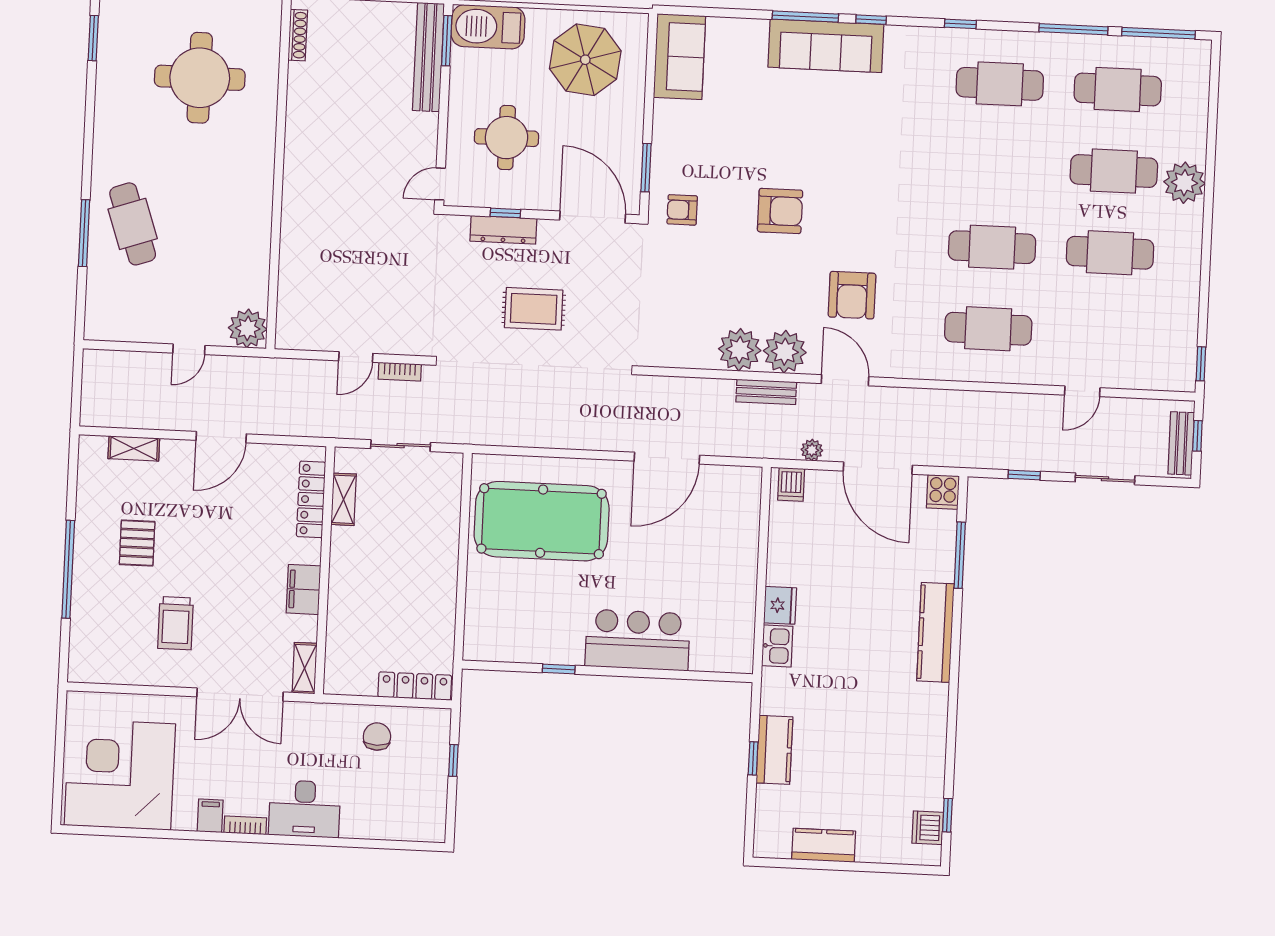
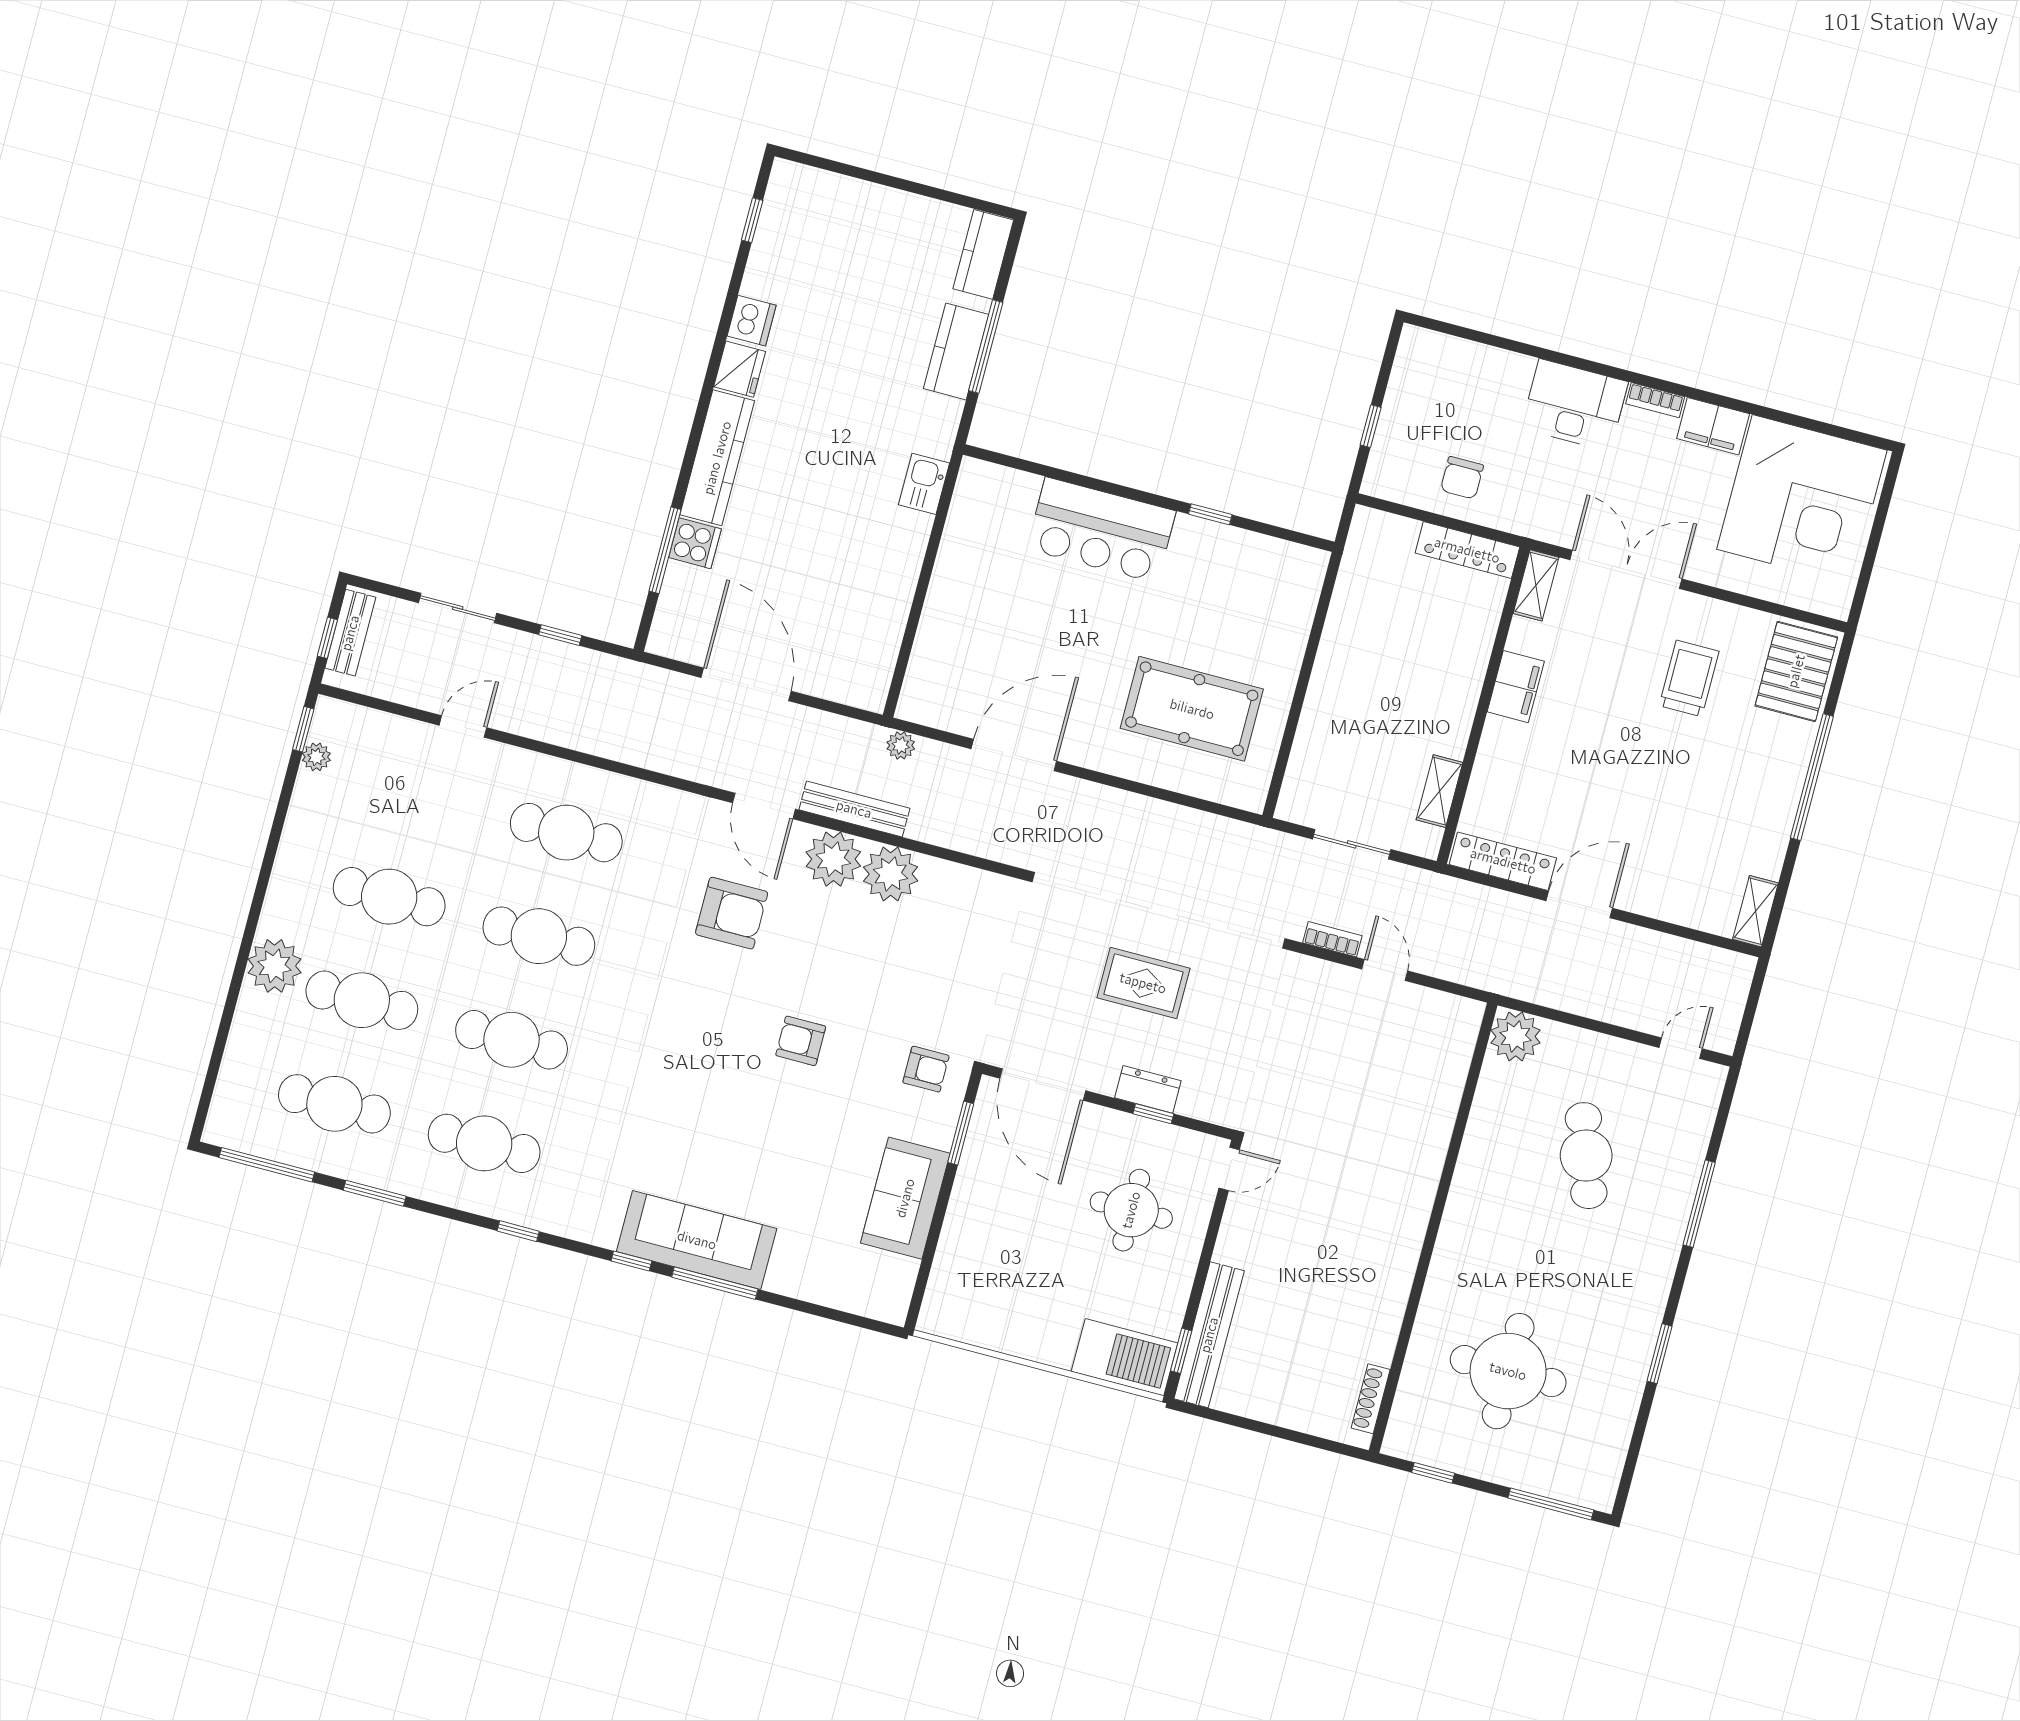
window: (1073, 29) -> (375, 1193), width x0.69
window: (93, 38) -> (1659, 1354), moved
window: (447, 41) -> (1181, 1351), width x0.67
sofa: (679, 57) -> (905, 1198), moved
parasol: (585, 60) -> (1009, 1288), removed
cafe table: (996, 166) -> (512, 1040), added
armchair: (780, 211) -> (801, 1041), width x0.72, depth x0.72
cafe table: (133, 224) -> (1586, 1156), moved
dresser: (503, 230) -> (1148, 1089), width x0.70
armchair: (852, 295) -> (732, 913), turned 90
plant: (1187, 345) -> (316, 757), added
door: (189, 349) -> (1681, 1048), moved
door: (356, 357) -> (1385, 970), hinge flipped
bench: (766, 392) -> (854, 809), width x1.36
shelving: (134, 448) -> (1755, 911), moved, turned 90
plant: (812, 450) -> (901, 745), moved
dishwasher: (791, 484) -> (862, 687), removed
cooker: (943, 492) -> (695, 543), moved, turned 90
locker: (311, 499) -> (1503, 861), moved, turned -90
pool table: (542, 521) -> (1192, 709), width x0.73, depth x0.76
pallet: (137, 543) -> (1796, 671), moved, width x1.50, depth x1.42
fridge: (780, 605) -> (740, 369), moved, turned 180
locker: (415, 686) -> (1467, 550), moved
window: (753, 758) -> (986, 346), width x2.17
filing cabinet: (210, 816) -> (1713, 426), width x2.00
dishwasher: (928, 828) -> (752, 321), moved
kitchen counter: (824, 845) -> (983, 254), moved, turned 90

